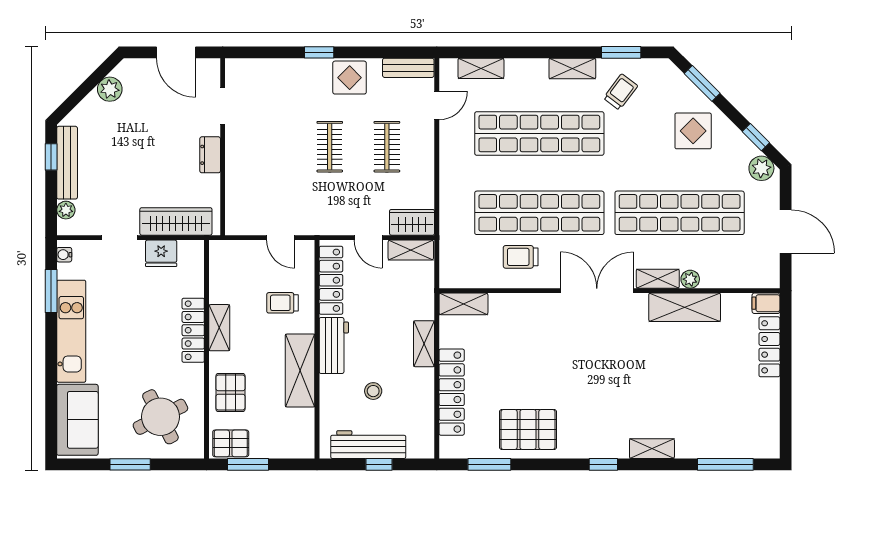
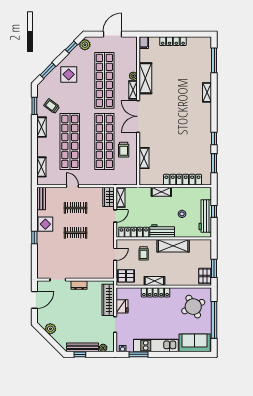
door: (437, 105) -> (72, 186), moved
shelving: (463, 304) -> (144, 158), moved
locker: (769, 347) -> (173, 41), moved
pallet: (230, 393) -> (126, 276), moved
pallet: (528, 430) -> (199, 146), removed
window: (130, 464) -> (214, 320), width x2.11
window: (603, 464) -> (214, 138), moved

